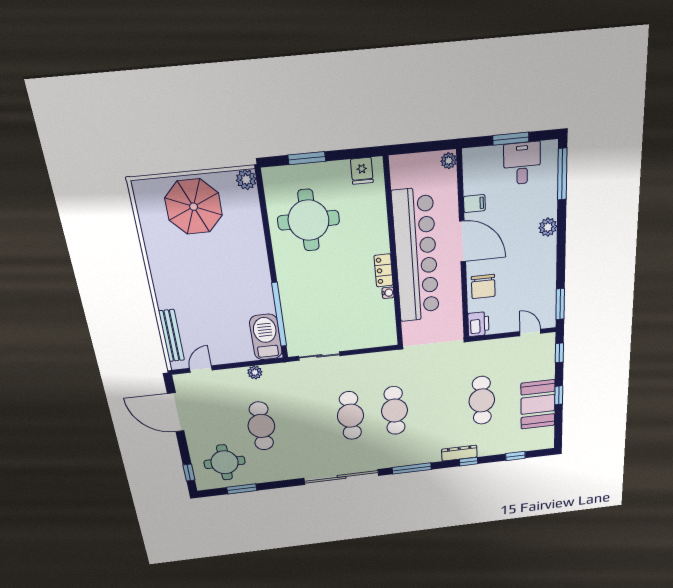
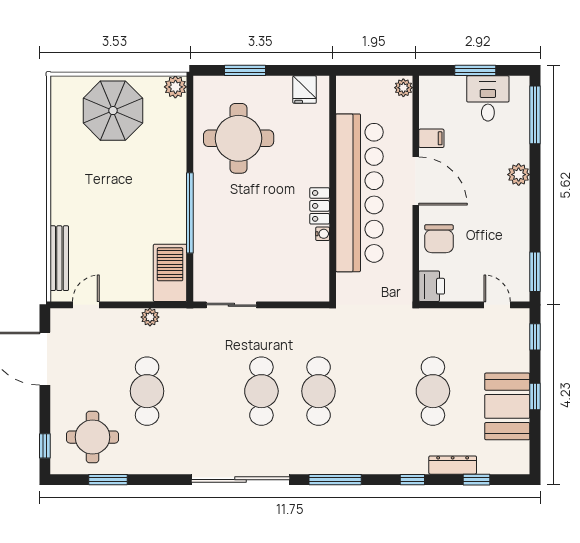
window: (279, 315) -> (190, 213), moved
dresser: (459, 453) -> (453, 465), moved

